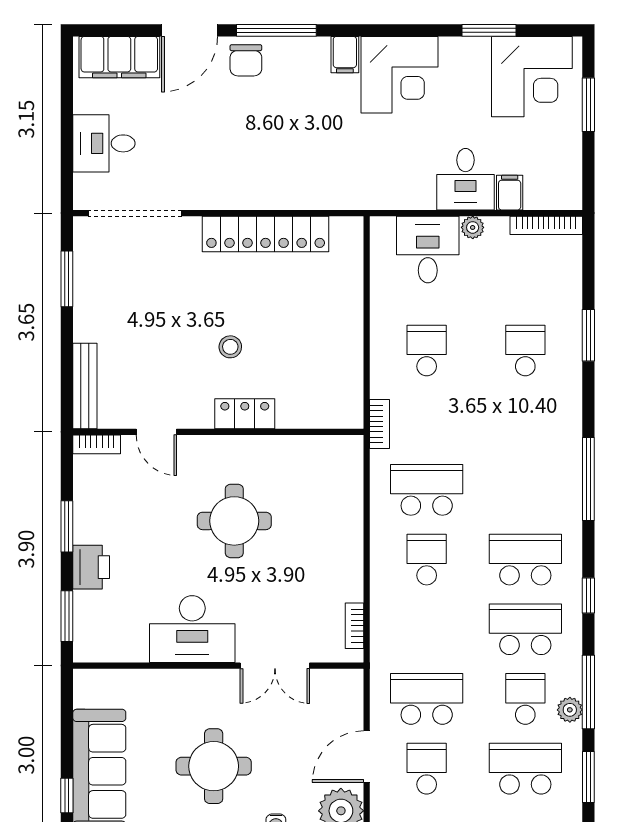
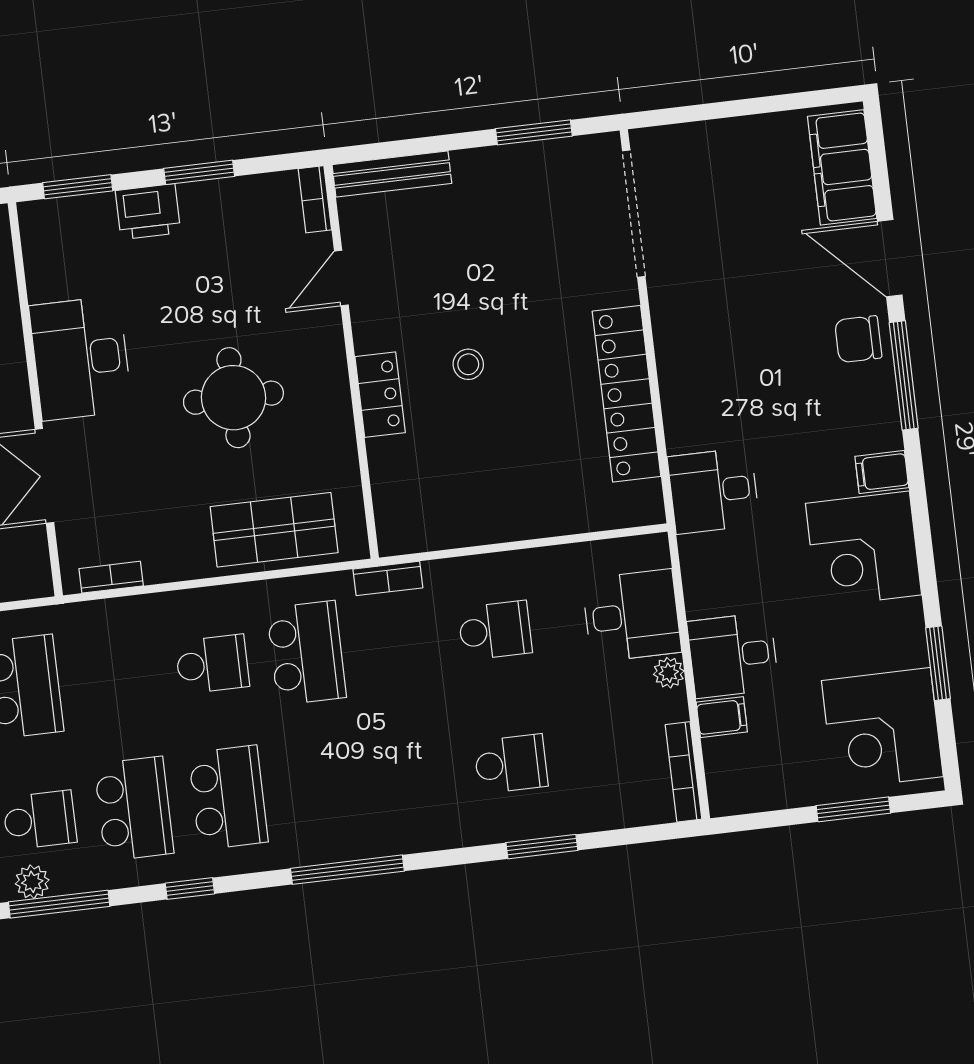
desk: (104, 143) -> (713, 491), moved, turned -90
shop shelf: (334, 503) -> (274, 530), added

